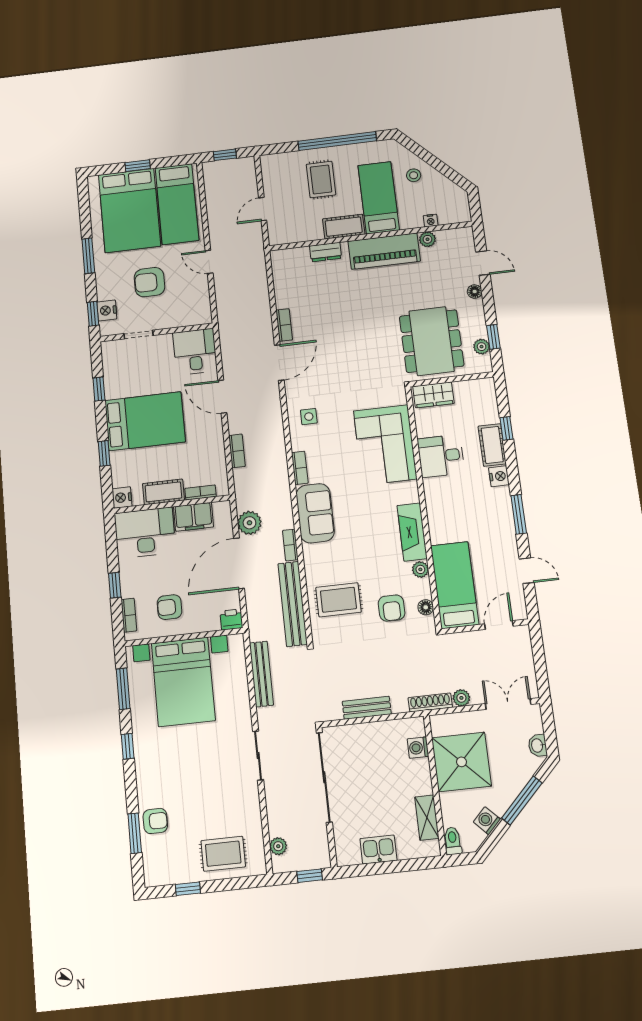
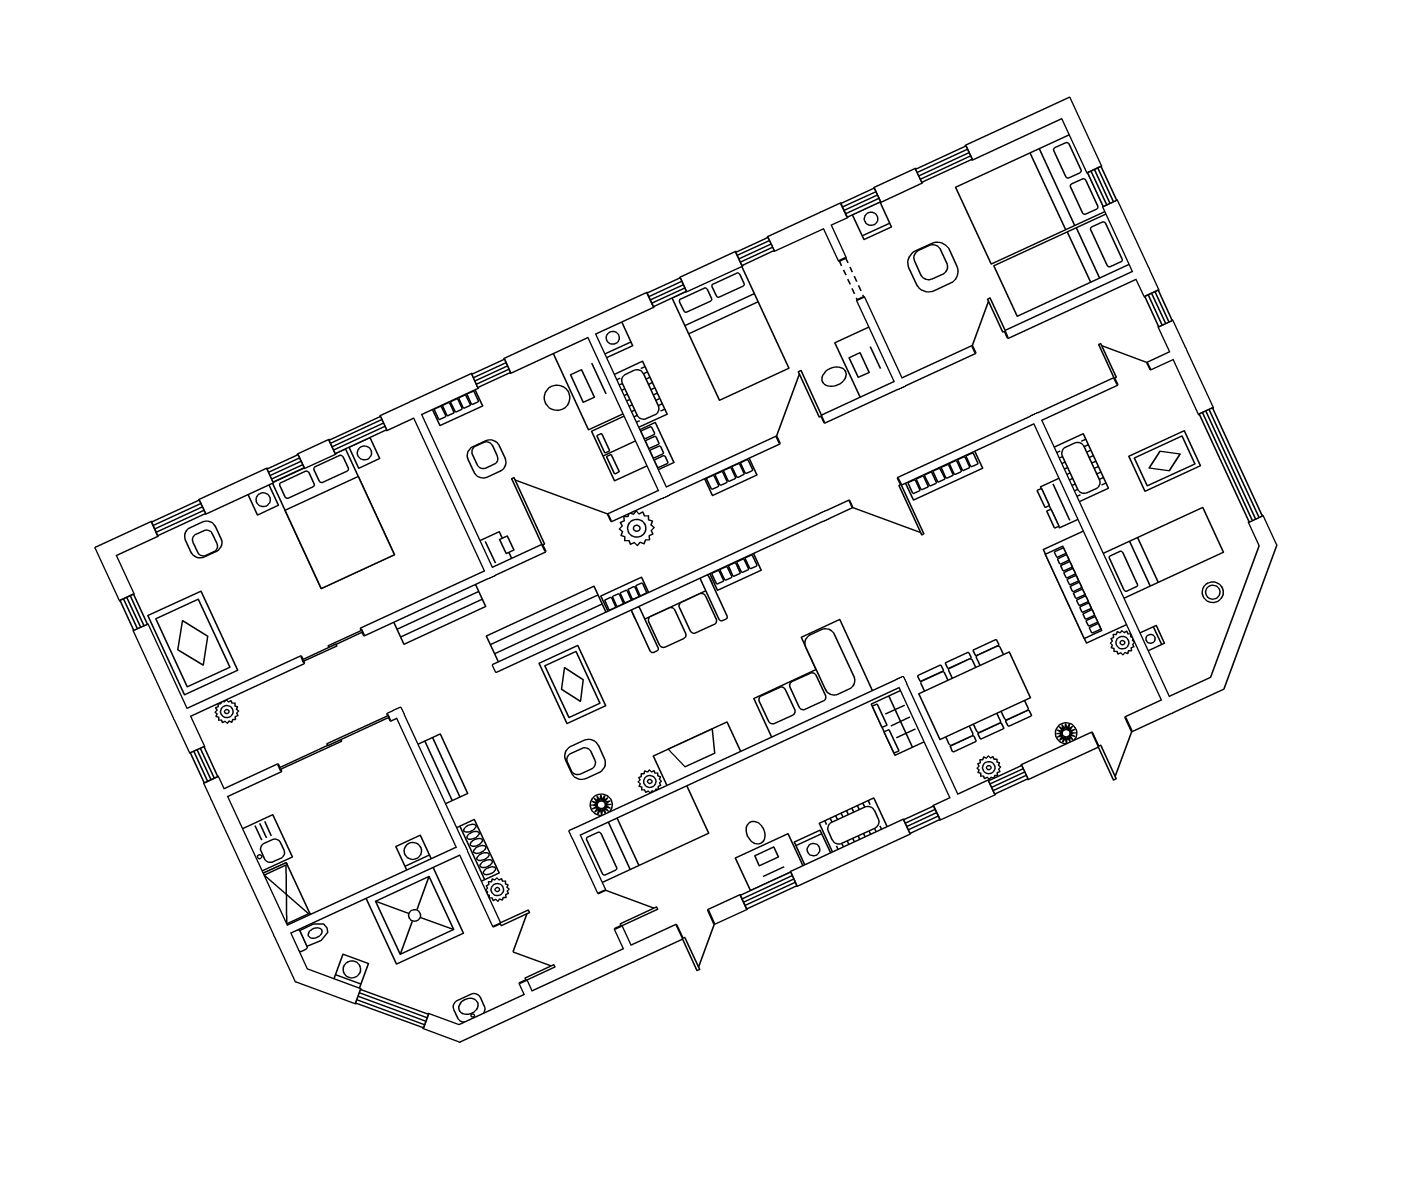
door: (263, 209) -> (1132, 374), moved
cot: (344, 227) -> (1081, 468), moved
bookcase: (284, 325) -> (944, 475), width x1.56
side table: (309, 417) -> (811, 560), removed
window: (506, 428) -> (922, 820), moved
desk: (441, 456) -> (764, 850), moved, turned 180
bed with nightstands: (183, 682) -> (333, 519), moved, turned -90
shelving: (427, 818) -> (287, 894), moved, turned 90
rug: (223, 854) -> (193, 643), width x1.36, depth x1.43

